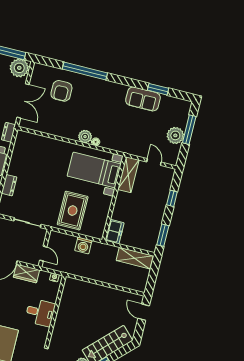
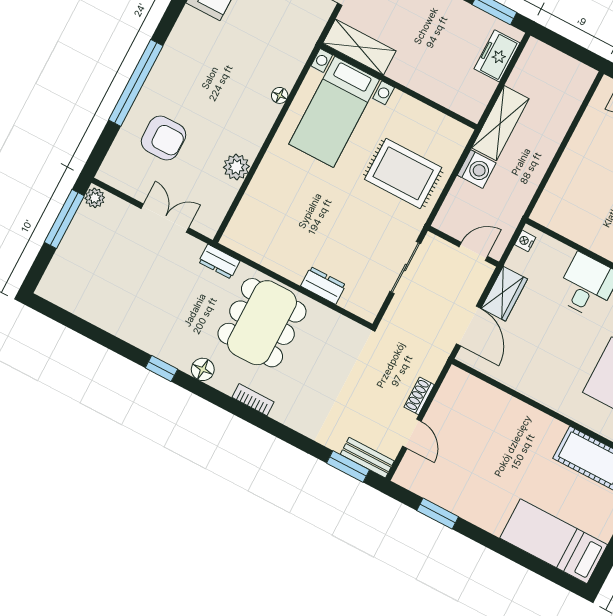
plant: (19, 68) -> (95, 198), width x0.53, depth x0.53
double door: (23, 101) -> (165, 218), width x0.73
plant: (85, 137) -> (236, 167), moved
freezer: (115, 232) -> (497, 56), moved, turned -90
shelving: (135, 258) -> (500, 123), moved

